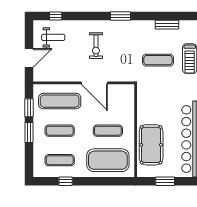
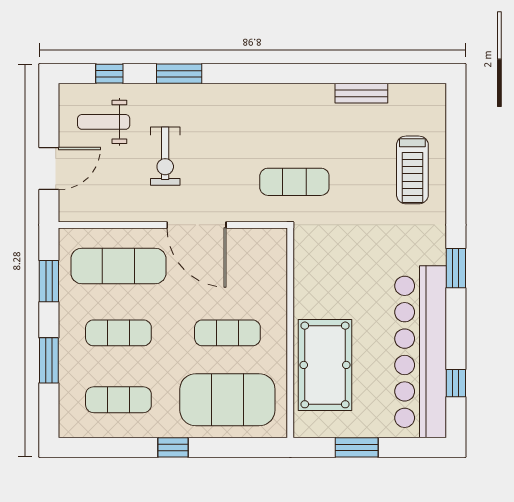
window: (120, 16) -> (179, 74), moved
weight bench: (53, 37) -> (104, 122), turned 180
exercise bike: (96, 46) -> (165, 156), moved
exercise mat: (158, 60) -> (294, 182), moved
window: (29, 132) -> (49, 360), moved
window: (66, 181) -> (173, 447), moved

